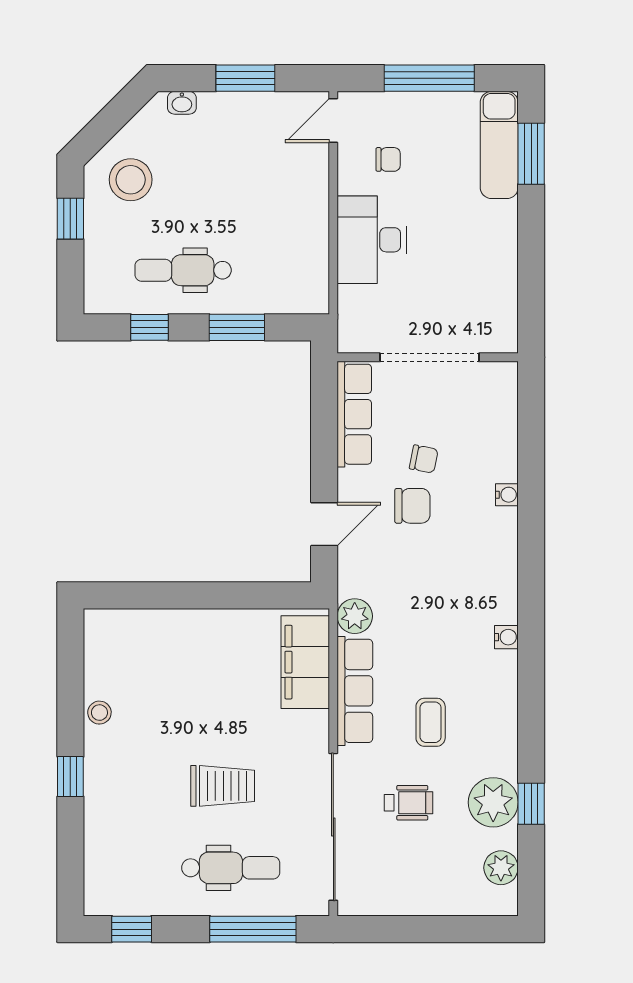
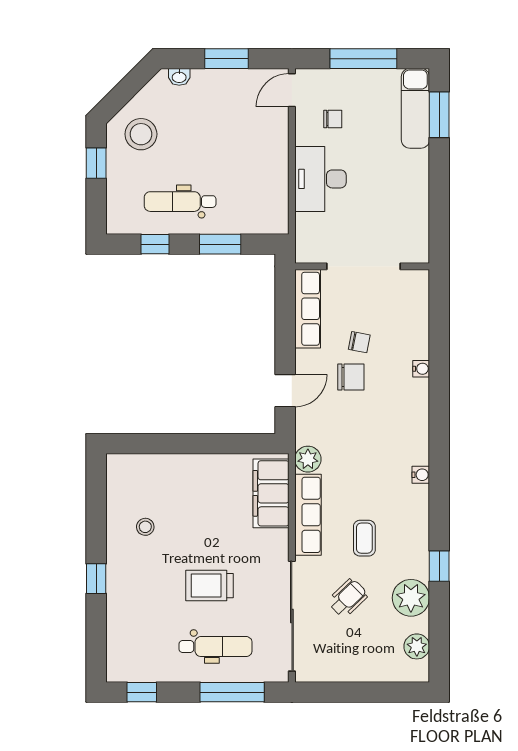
stool: (99, 713) -> (145, 527), moved
trolley: (223, 786) -> (210, 586), turned 180
wheelchair: (408, 803) -> (348, 598), turned -44
window: (531, 804) -> (439, 566), moved

